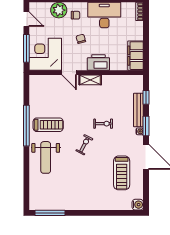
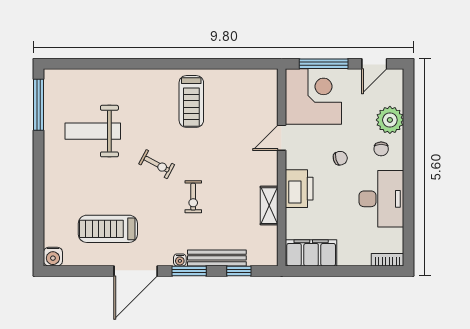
shelving: (90, 80) -> (269, 206), moved
window: (26, 126) -> (190, 64), removed
weight bench: (46, 157) -> (93, 131), moved

